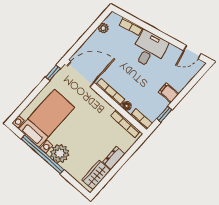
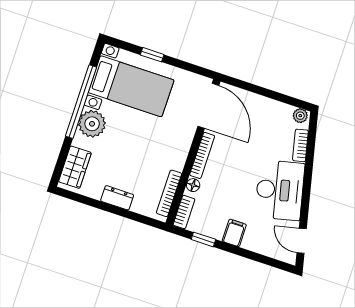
plant: (103, 28) -> (300, 116), moved
desk: (149, 49) -> (280, 190), width x1.37
window: (53, 73) -> (152, 55), moved
wardrobe: (96, 175) -> (75, 167), moved, turned 90

